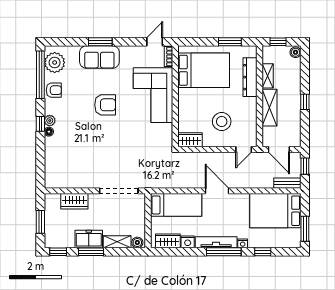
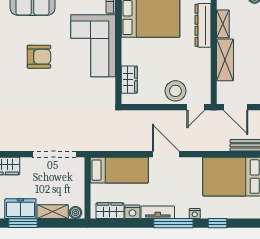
stool: (222, 122) -> (175, 91), moved
wardrobe: (190, 140) -> (129, 80), moved, turned 90
tv unit: (216, 242) -> (158, 212), width x0.71

